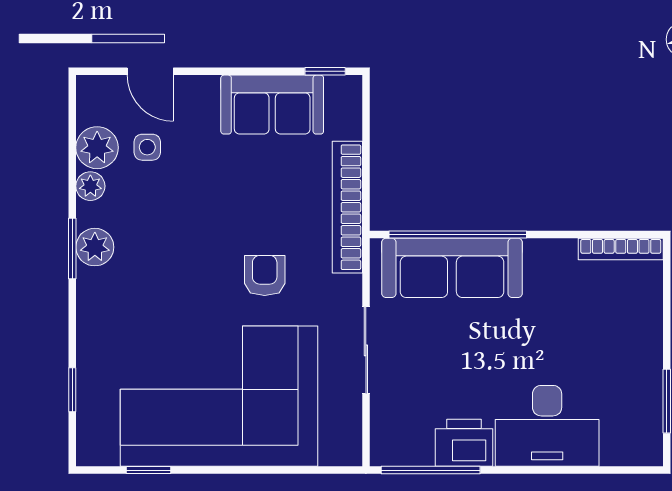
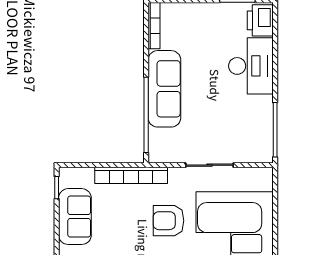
sofa: (452, 268) -> (164, 89), moved
armchair: (265, 275) -> (168, 221), width x1.38, depth x1.38
printer: (464, 443) -> (260, 20), moved

